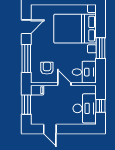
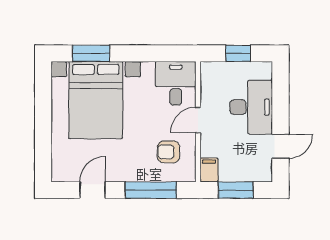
door: (26, 27) -> (93, 190), hinge flipped
window: (100, 48) -> (91, 53), moved
desk: (85, 108) -> (251, 107), moved, turned 90

